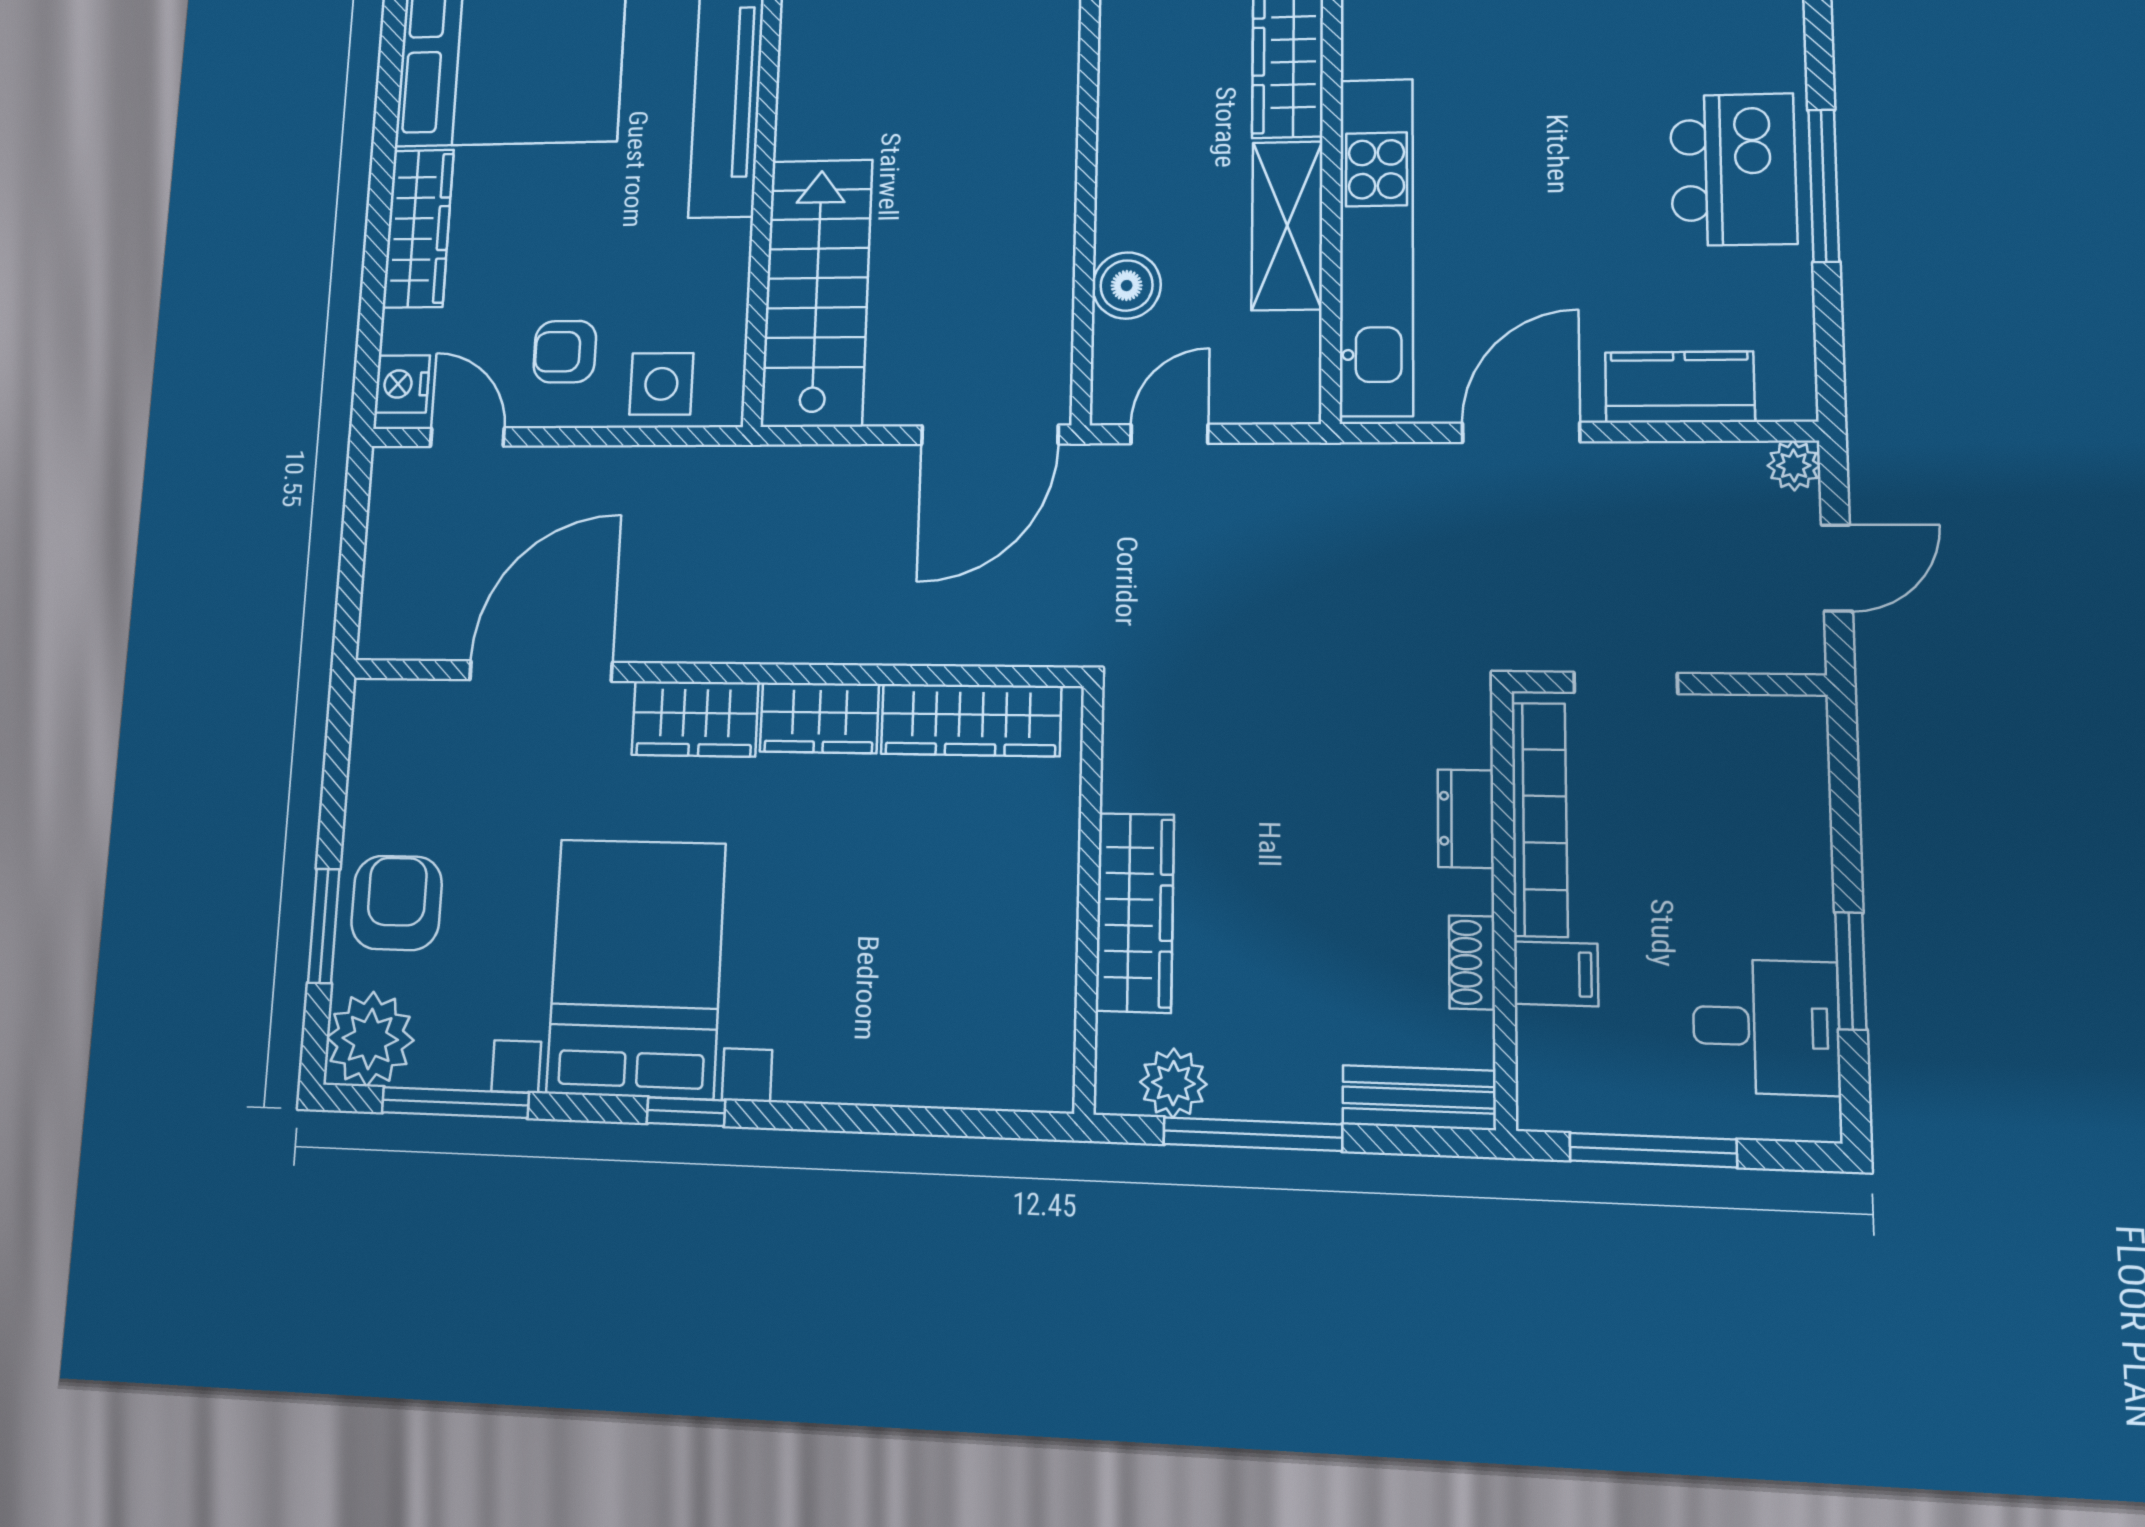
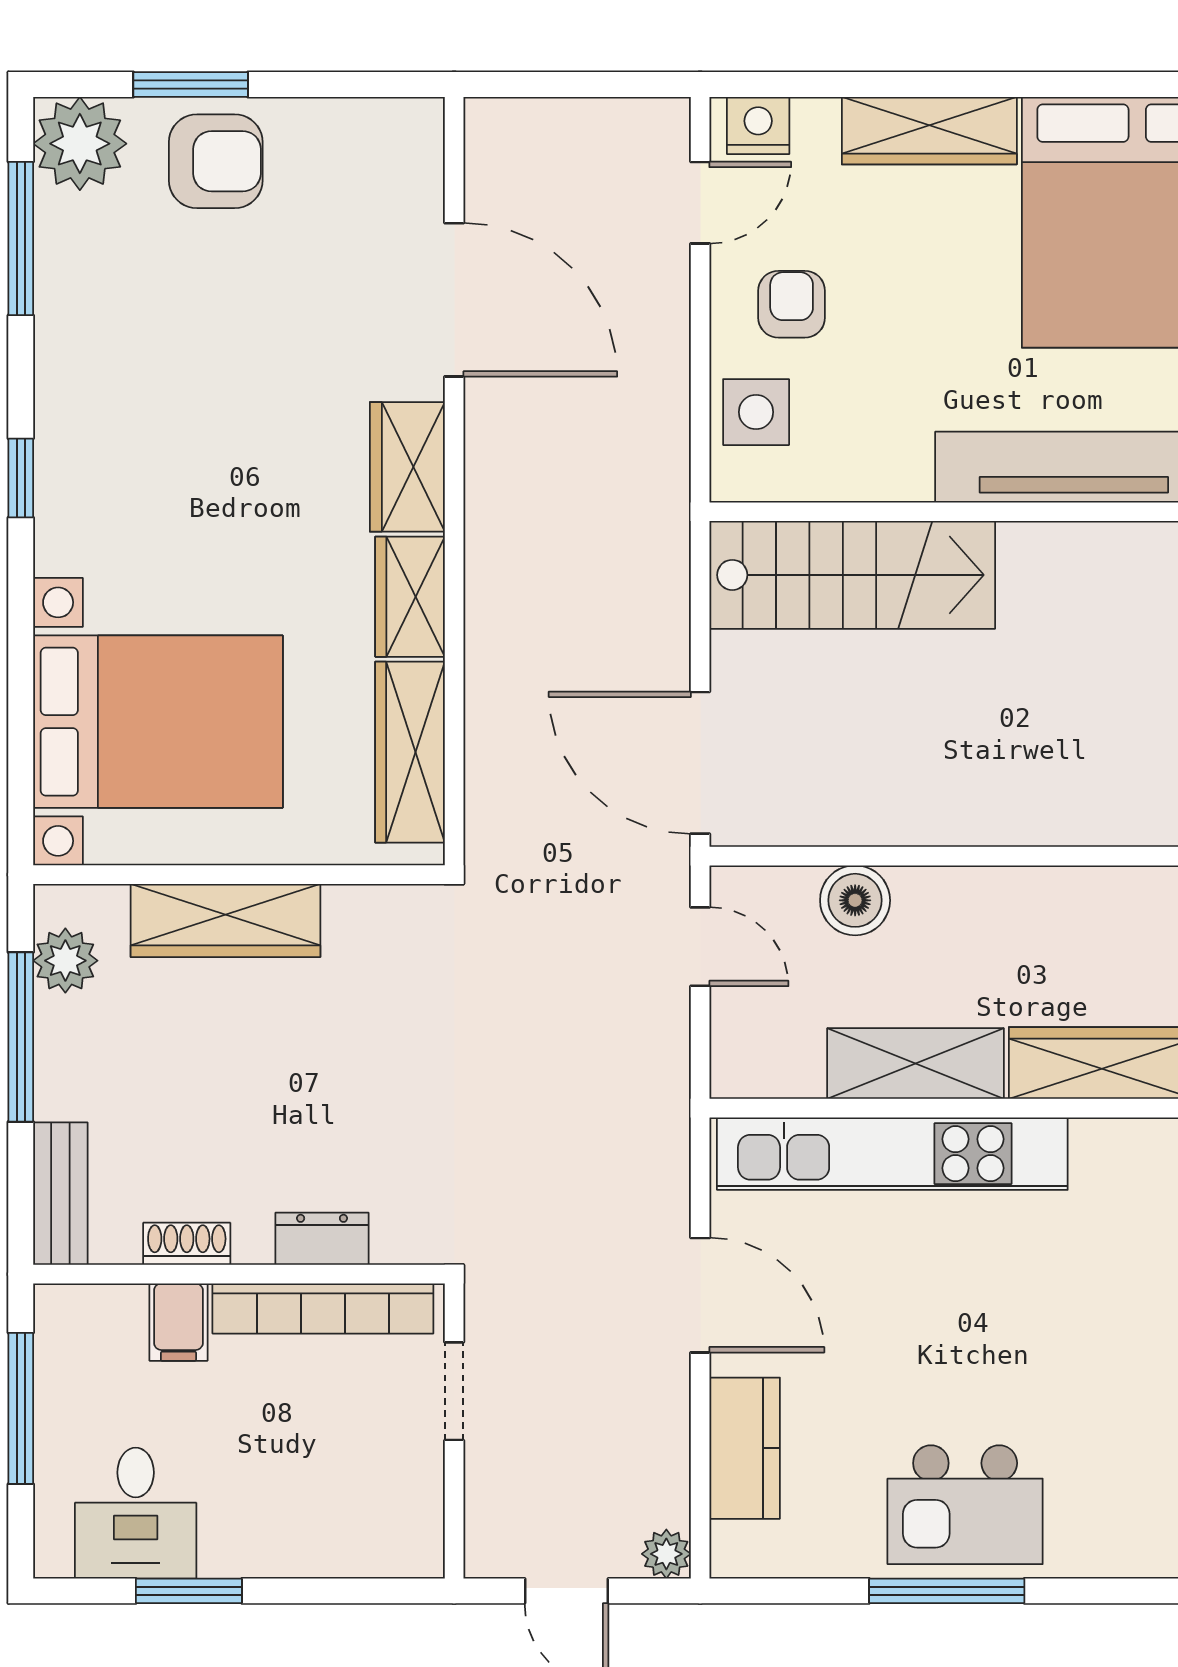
bed with nightstands: (636, 968) -> (158, 722), moved

